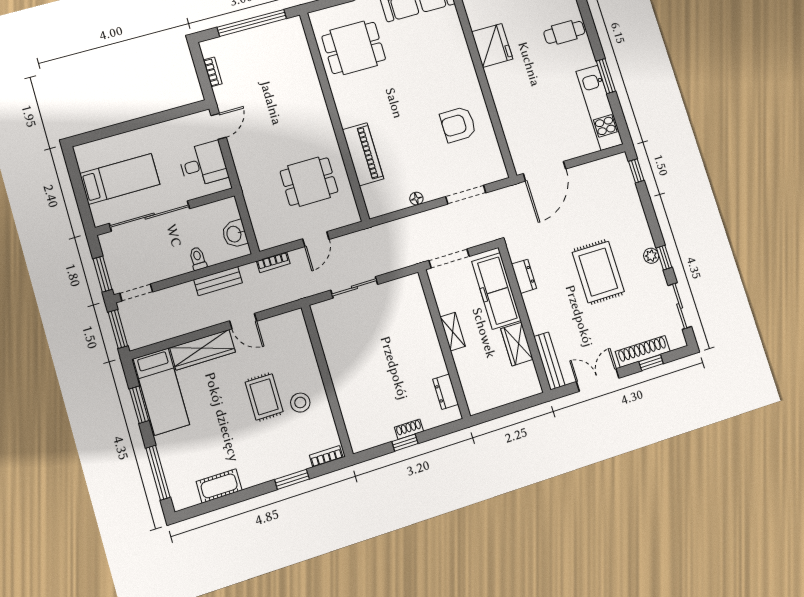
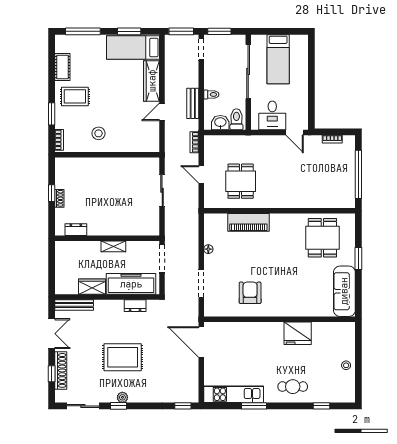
cafe table: (564, 32) -> (293, 387), turned 90
toilet: (223, 213) -> (236, 119), added
rug: (264, 397) -> (75, 96), moved

